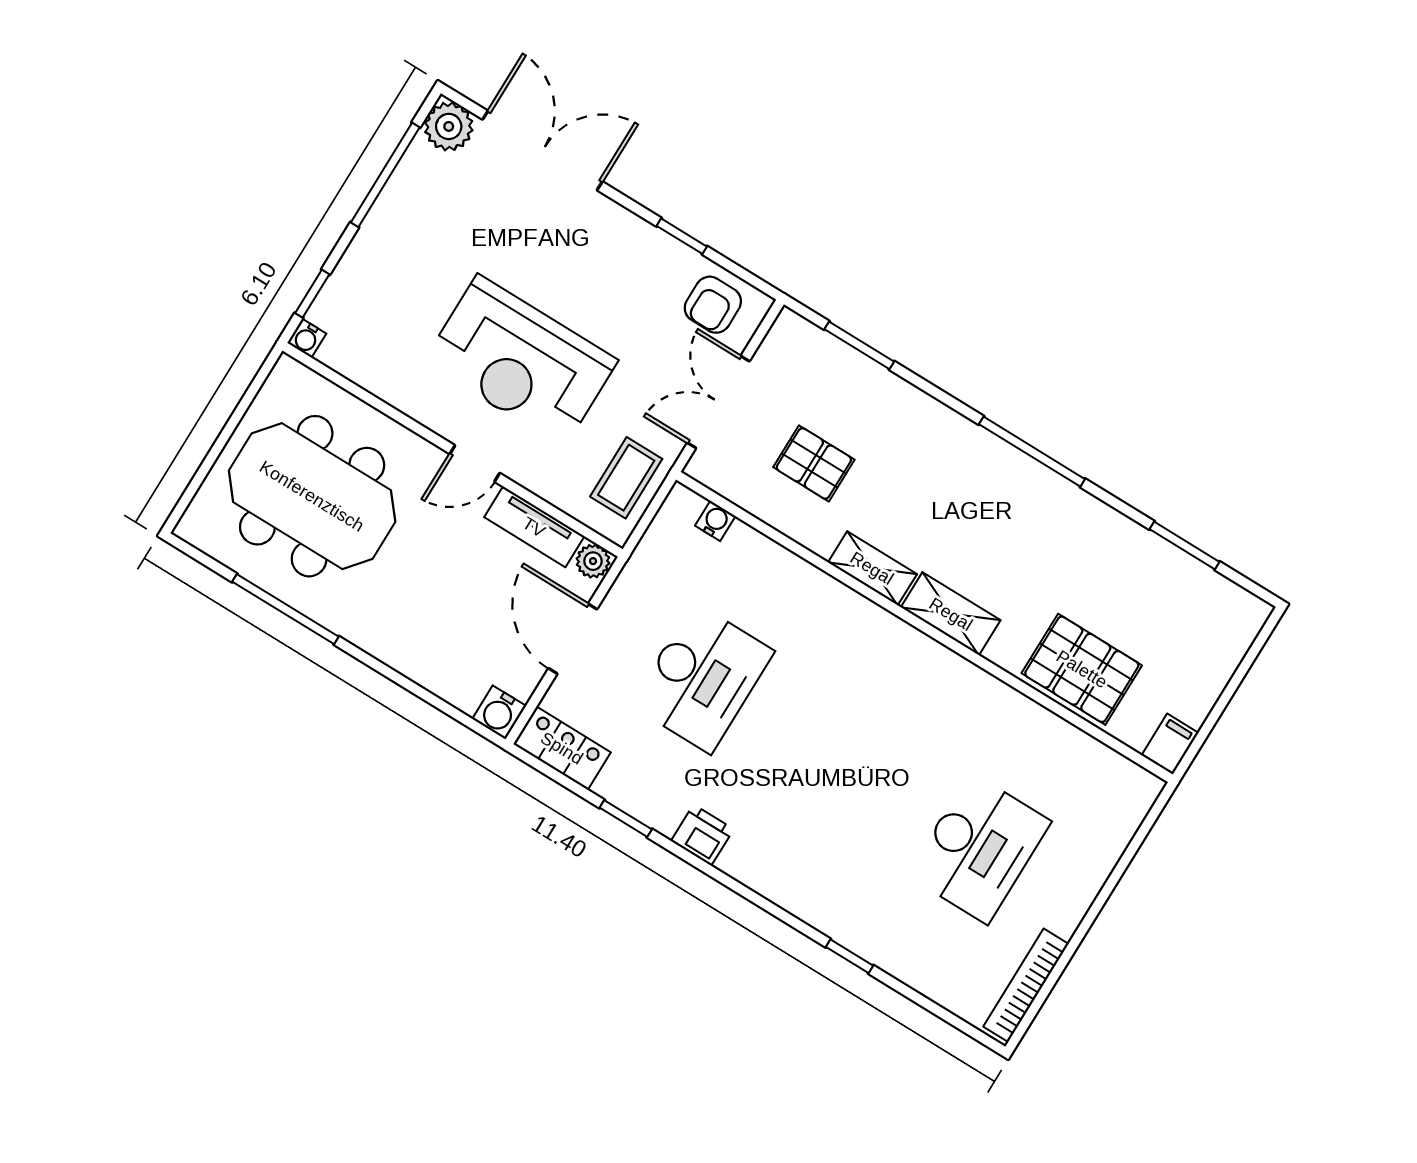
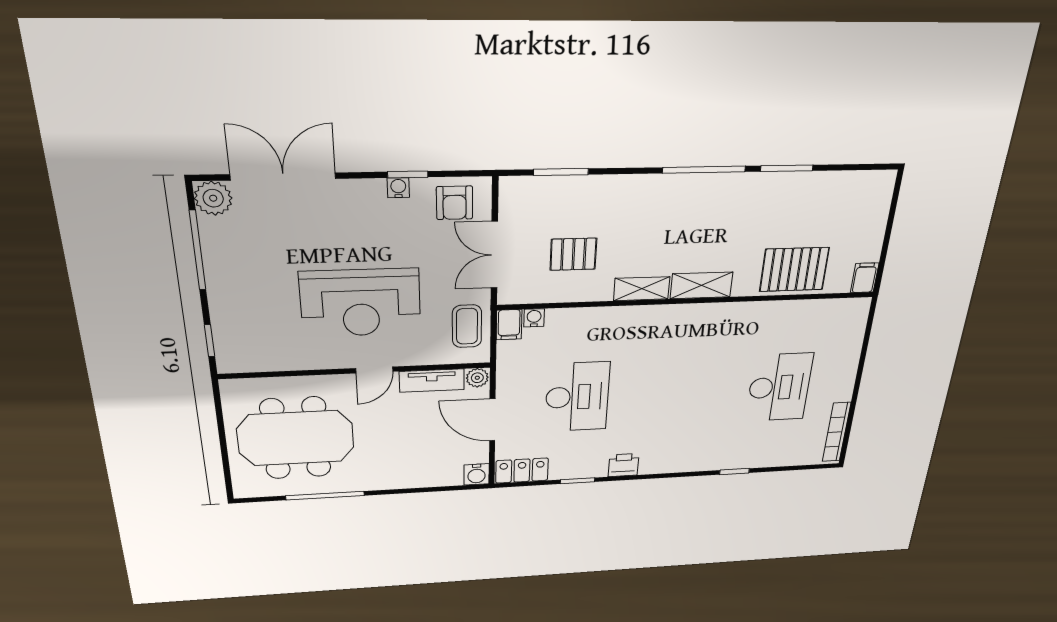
water cooler: (307, 338) -> (398, 188), moved, turned 180
filing cabinet: (679, 510) -> (509, 325), added
window: (1185, 545) -> (787, 168), moved

